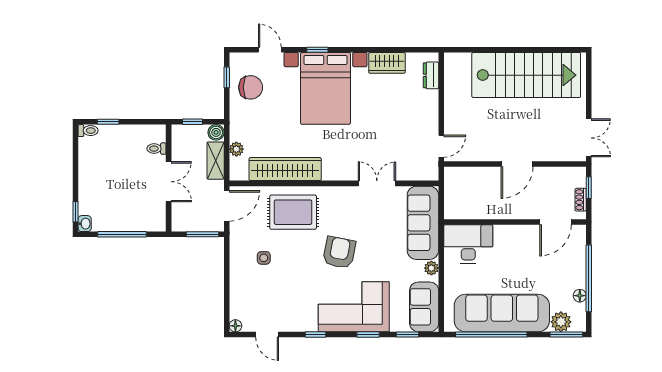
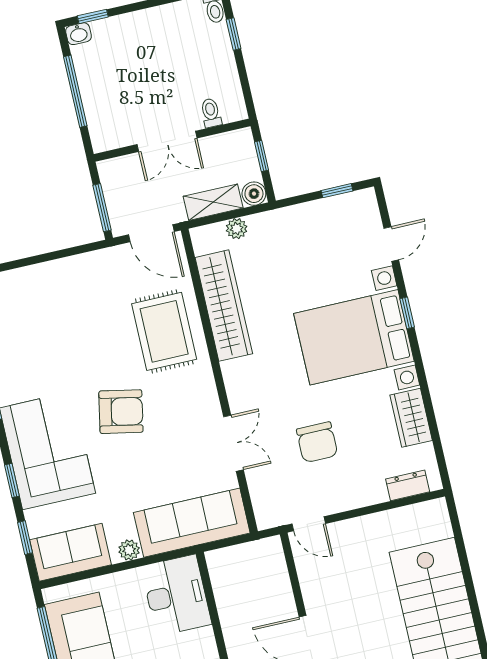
chair: (251, 87) -> (317, 442), moved
side table: (264, 258) -> (88, 304), removed

